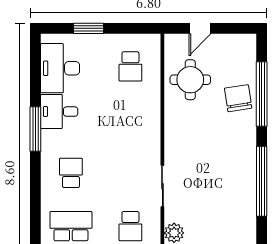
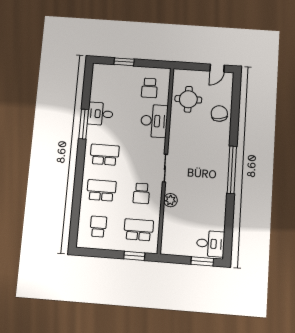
door: (200, 28) -> (217, 68), moved
desk: (60, 68) -> (154, 121), moved, turned 180
window: (262, 94) -> (235, 112), removed
school desk: (71, 173) -> (105, 155), width x1.85

